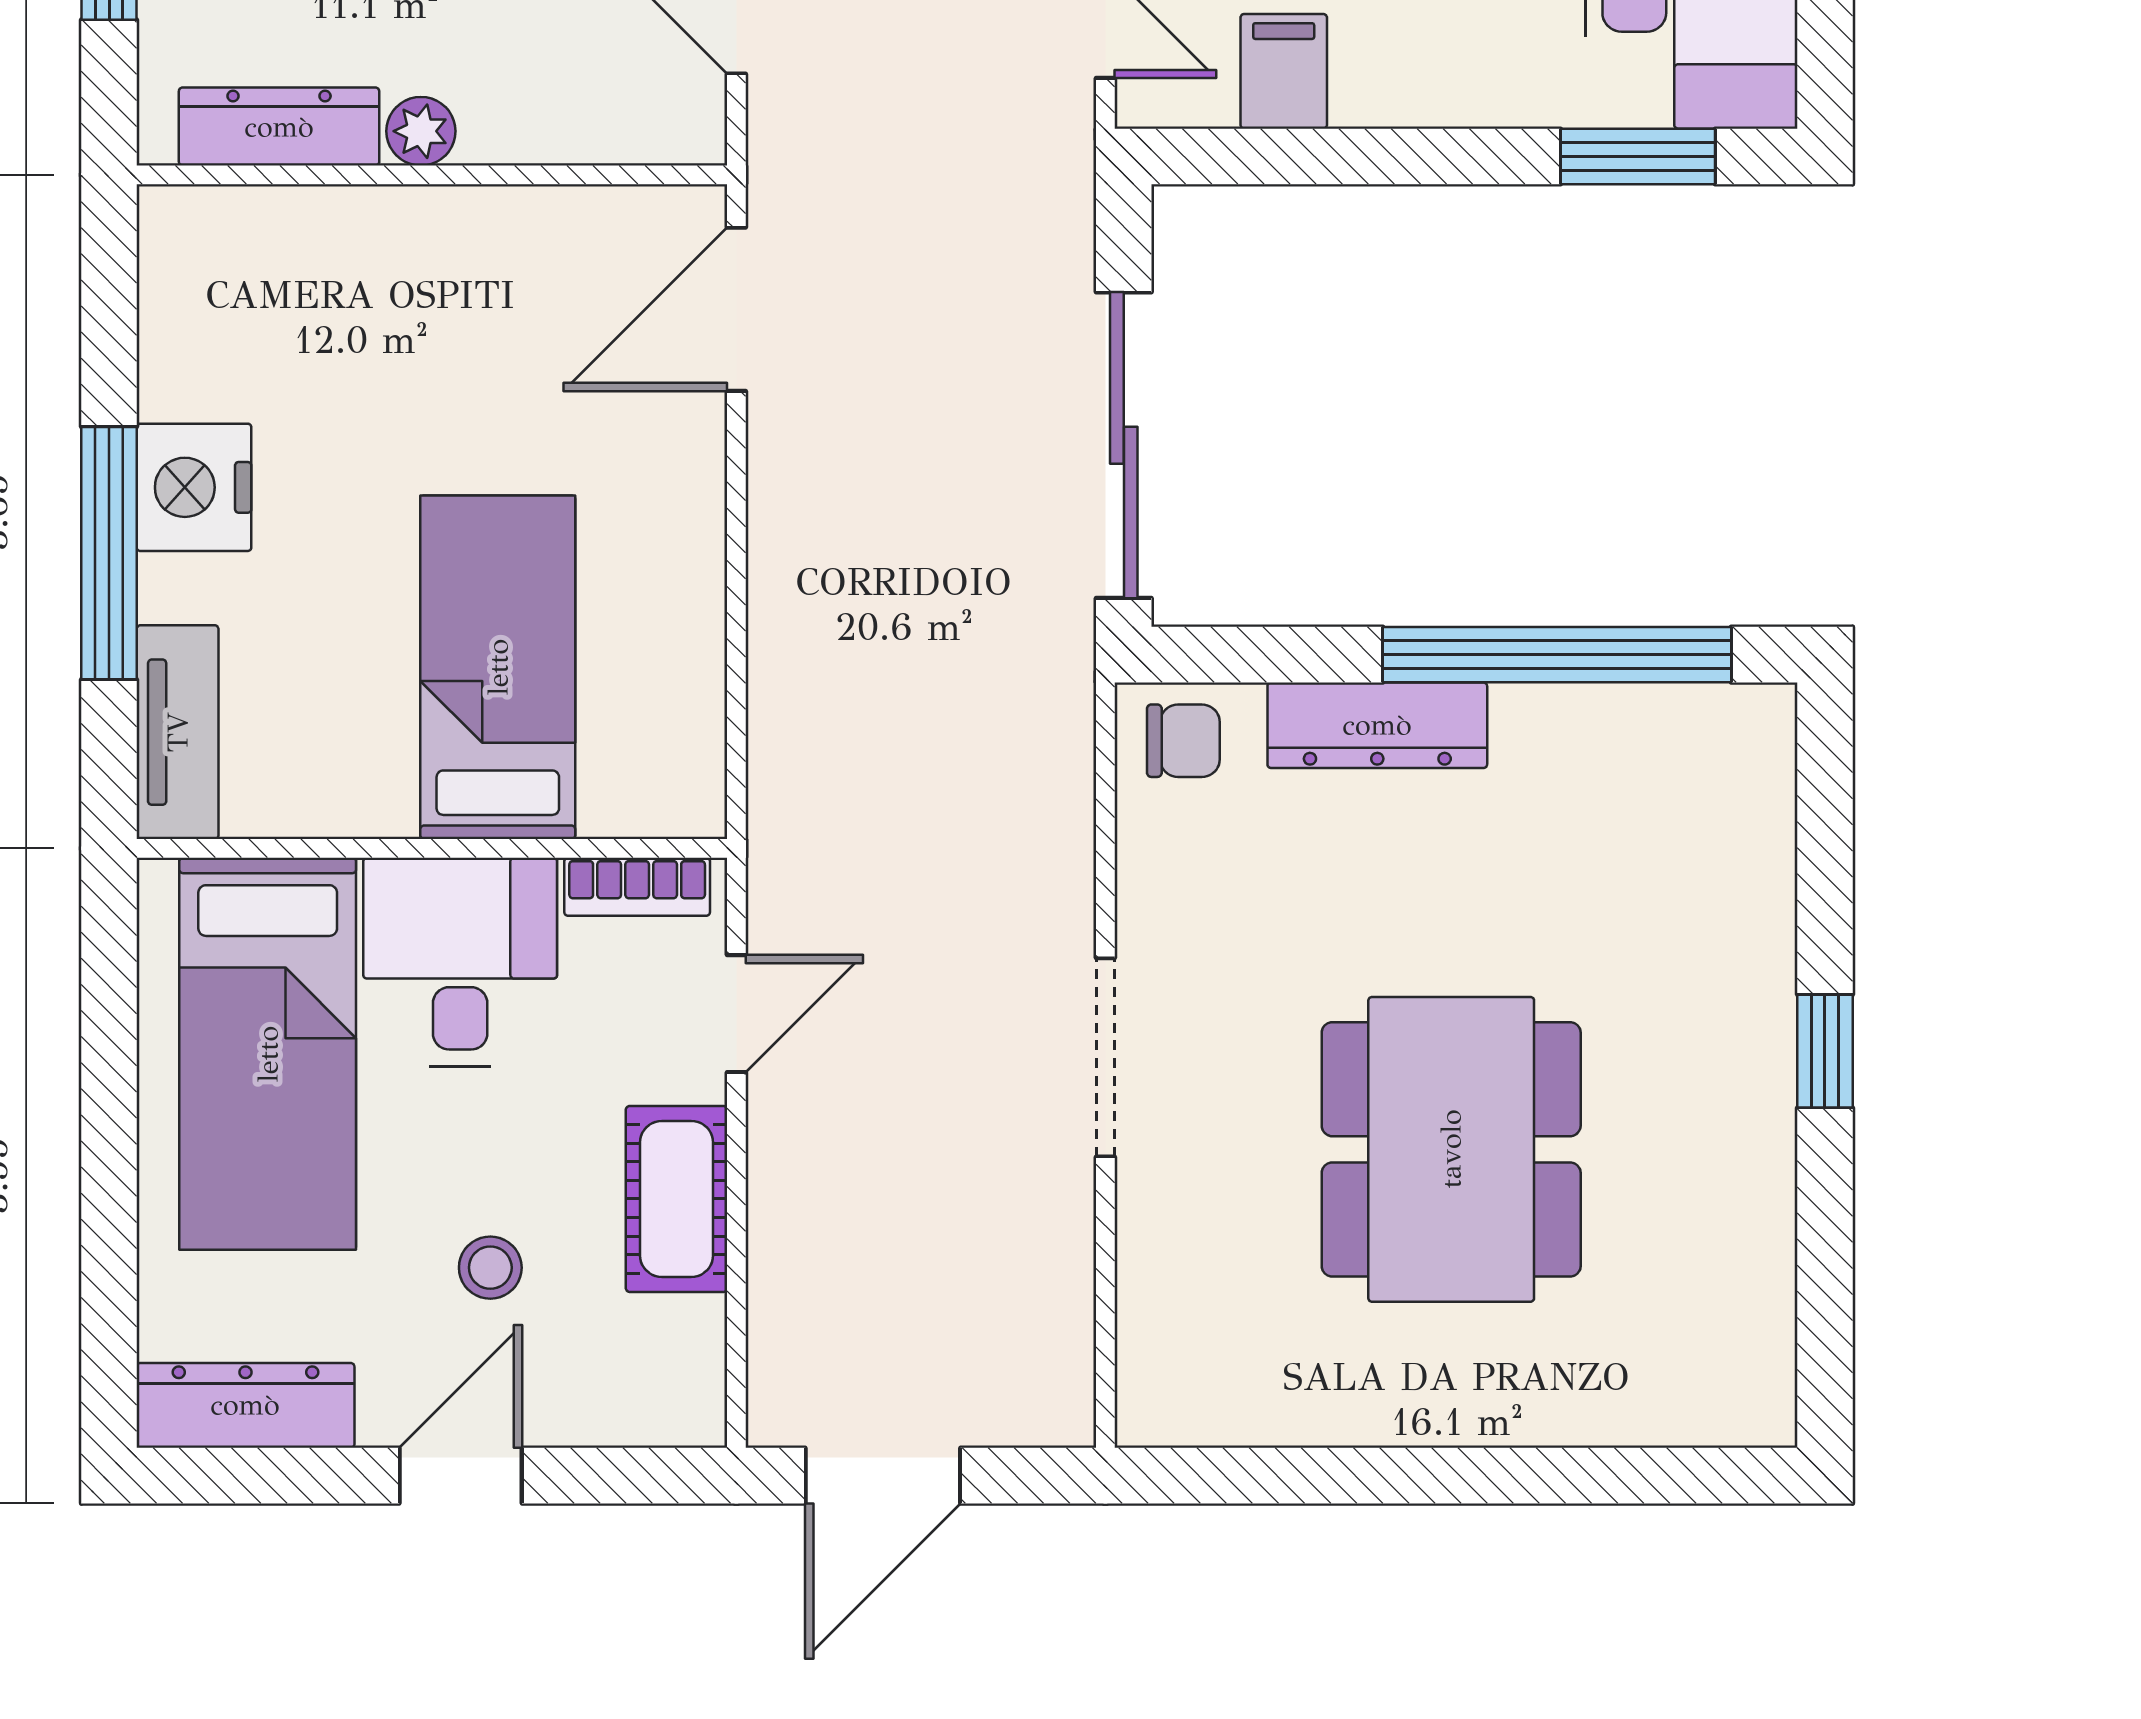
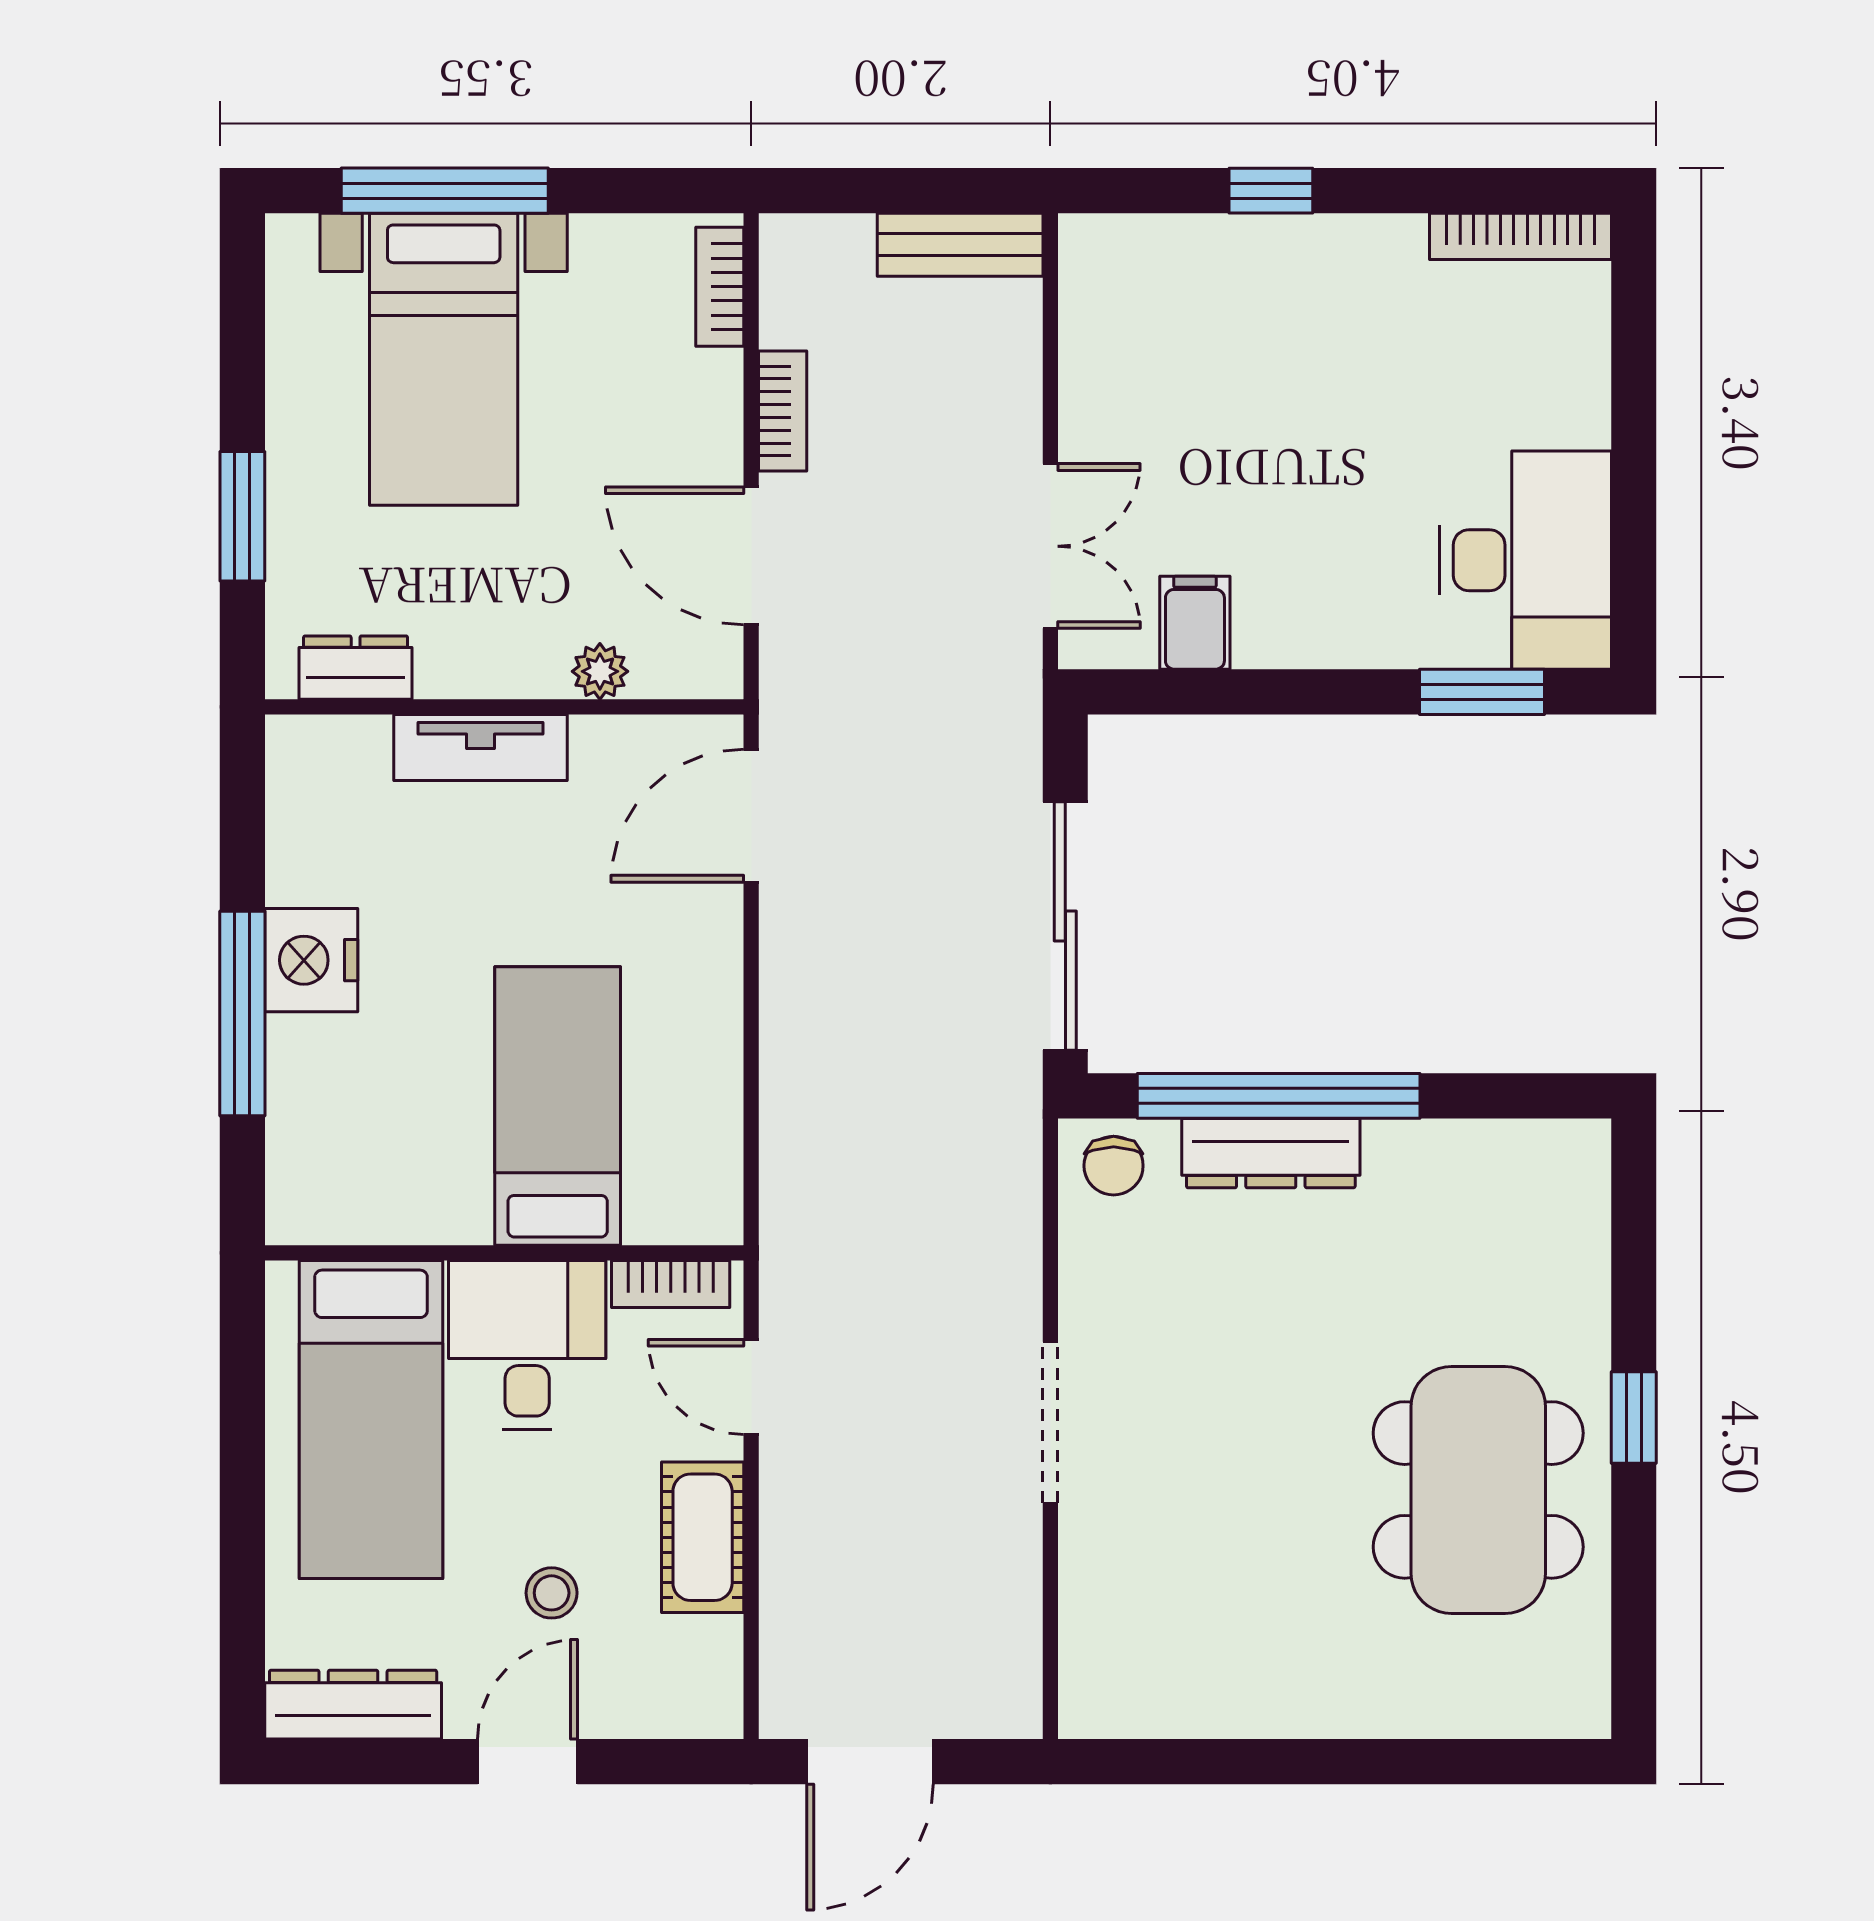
dresser: (279, 127) -> (356, 668), width x0.70
plant: (421, 131) -> (600, 671), moved
window: (1557, 655) -> (1279, 1096), moved
tv unit: (178, 732) -> (480, 747), moved, turned 90
chair: (1183, 741) -> (1114, 1166), turned 90
door: (736, 1014) -> (751, 1387), swing flipped
dining table: (1451, 1149) -> (1478, 1490), moved

